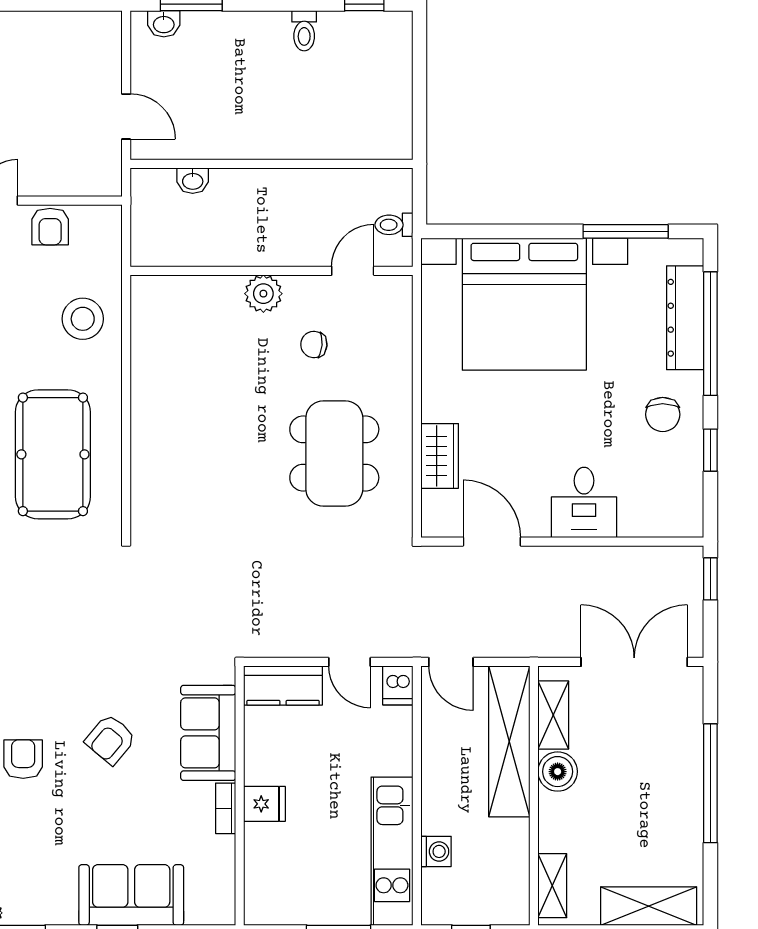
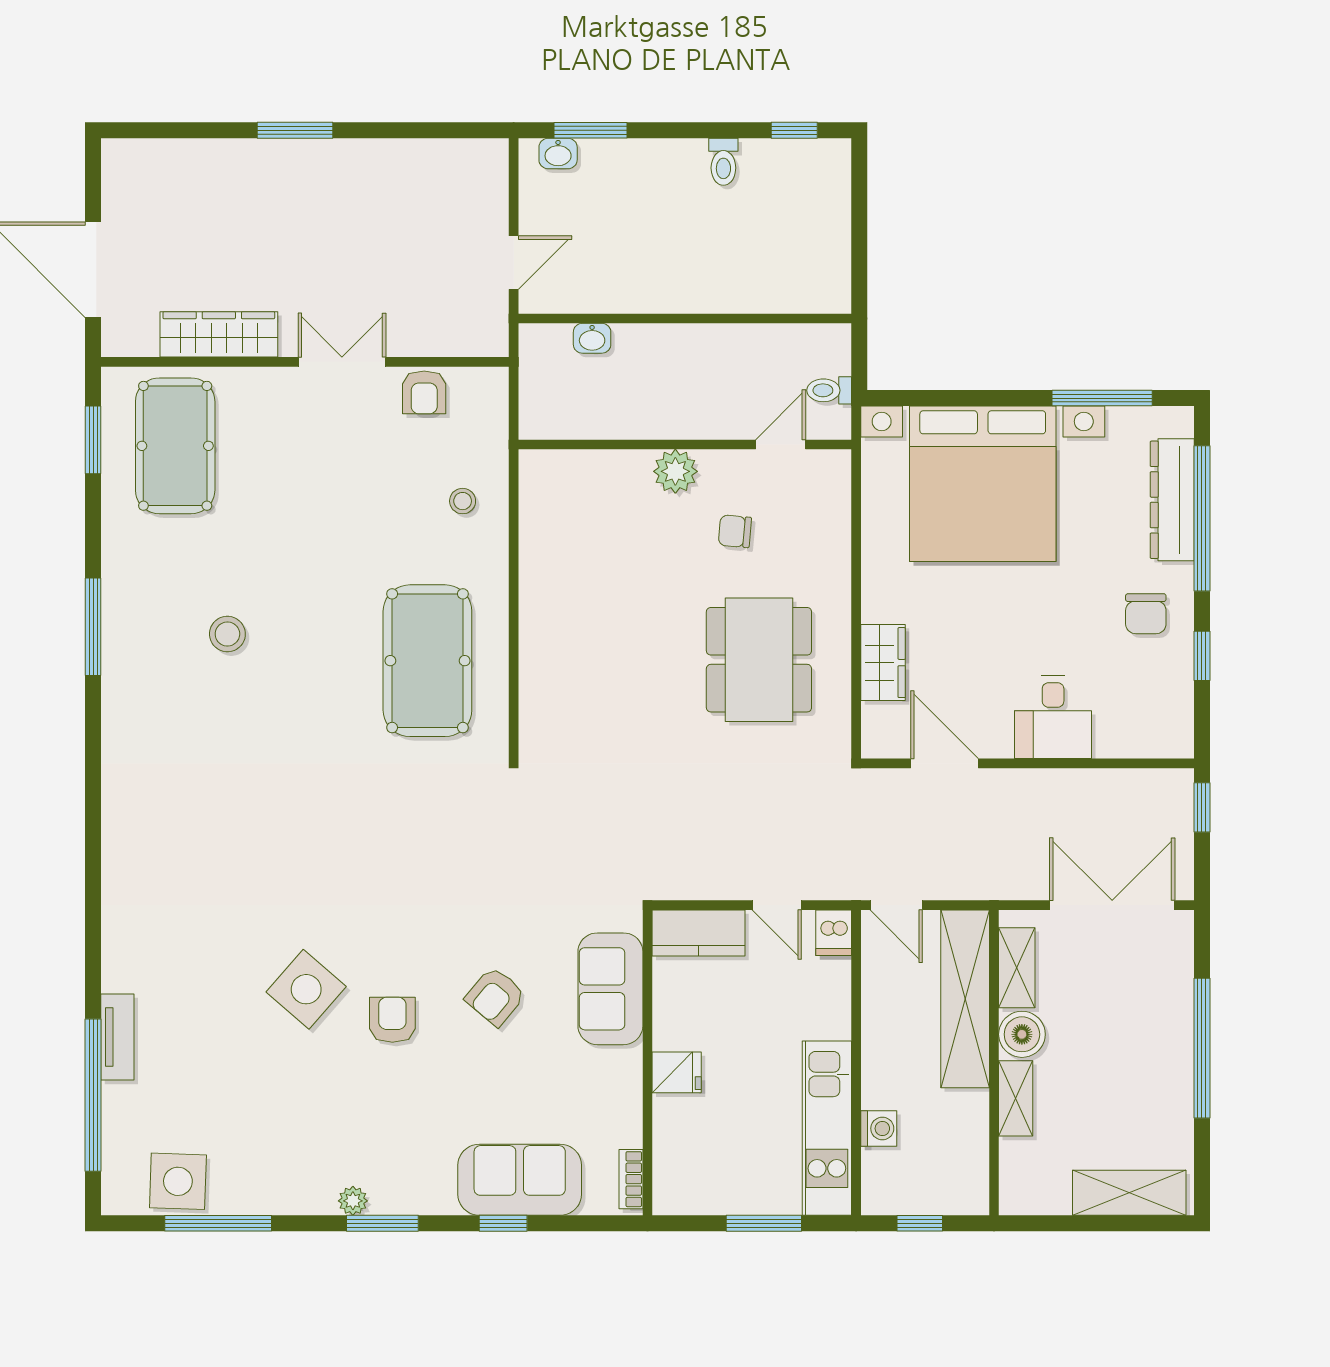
door: (126, 116) -> (514, 263), hinge flipped
stool: (83, 319) -> (463, 501), width x0.53, depth x0.53
bookcase: (226, 808) -> (631, 1179), moved
shelving: (552, 886) -> (1016, 1098), moved

